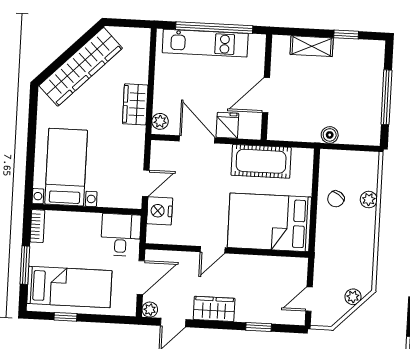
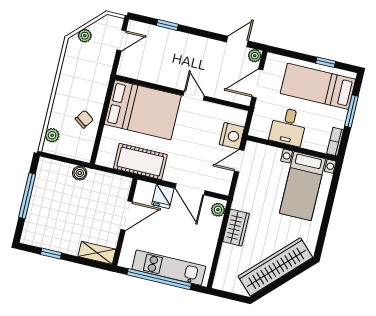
shelving: (312, 46) -> (97, 253), moved
plant: (369, 200) -> (52, 135), moved
desk: (121, 235) -> (288, 127), moved
door: (213, 250) -> (194, 96), hinge flipped
wardrobe: (214, 309) -> (201, 47), removed

